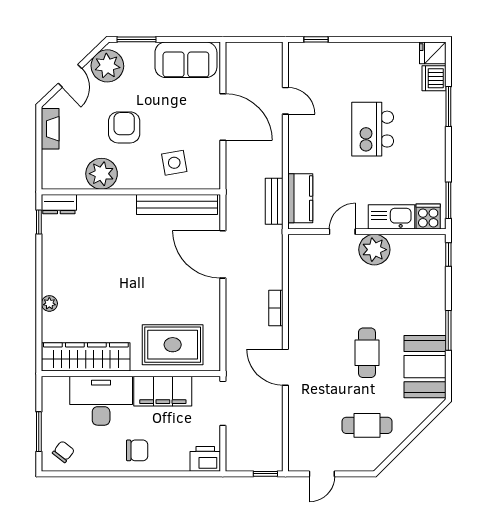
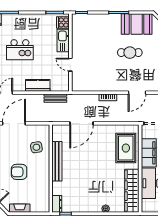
plant: (102, 174) -> (42, 183), removed
kitchen counter: (300, 198) -> (38, 85), moved
bench: (177, 204) -> (57, 161), moved
plant: (374, 250) -> (79, 49), removed

